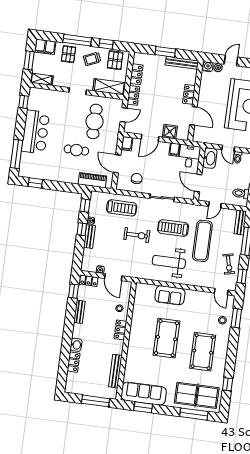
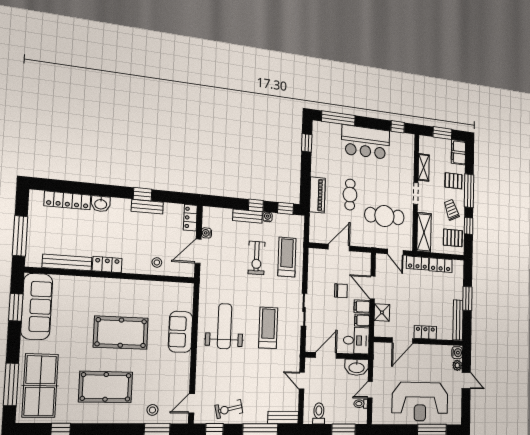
shelving: (42, 79) -> (424, 167), moved
filing cabinet: (127, 144) -> (362, 307), moved
chair: (137, 179) -> (341, 291), moved
piano: (92, 180) -> (317, 195), moved
treadmill: (122, 208) -> (287, 257), turned 180
exercise bike: (137, 235) -> (257, 258), moved
exercise mat: (202, 241) -> (255, 369), removed
window: (73, 291) -> (143, 194), moved
locker: (120, 330) -> (107, 265), moved
locker: (73, 362) -> (67, 200), width x1.53

